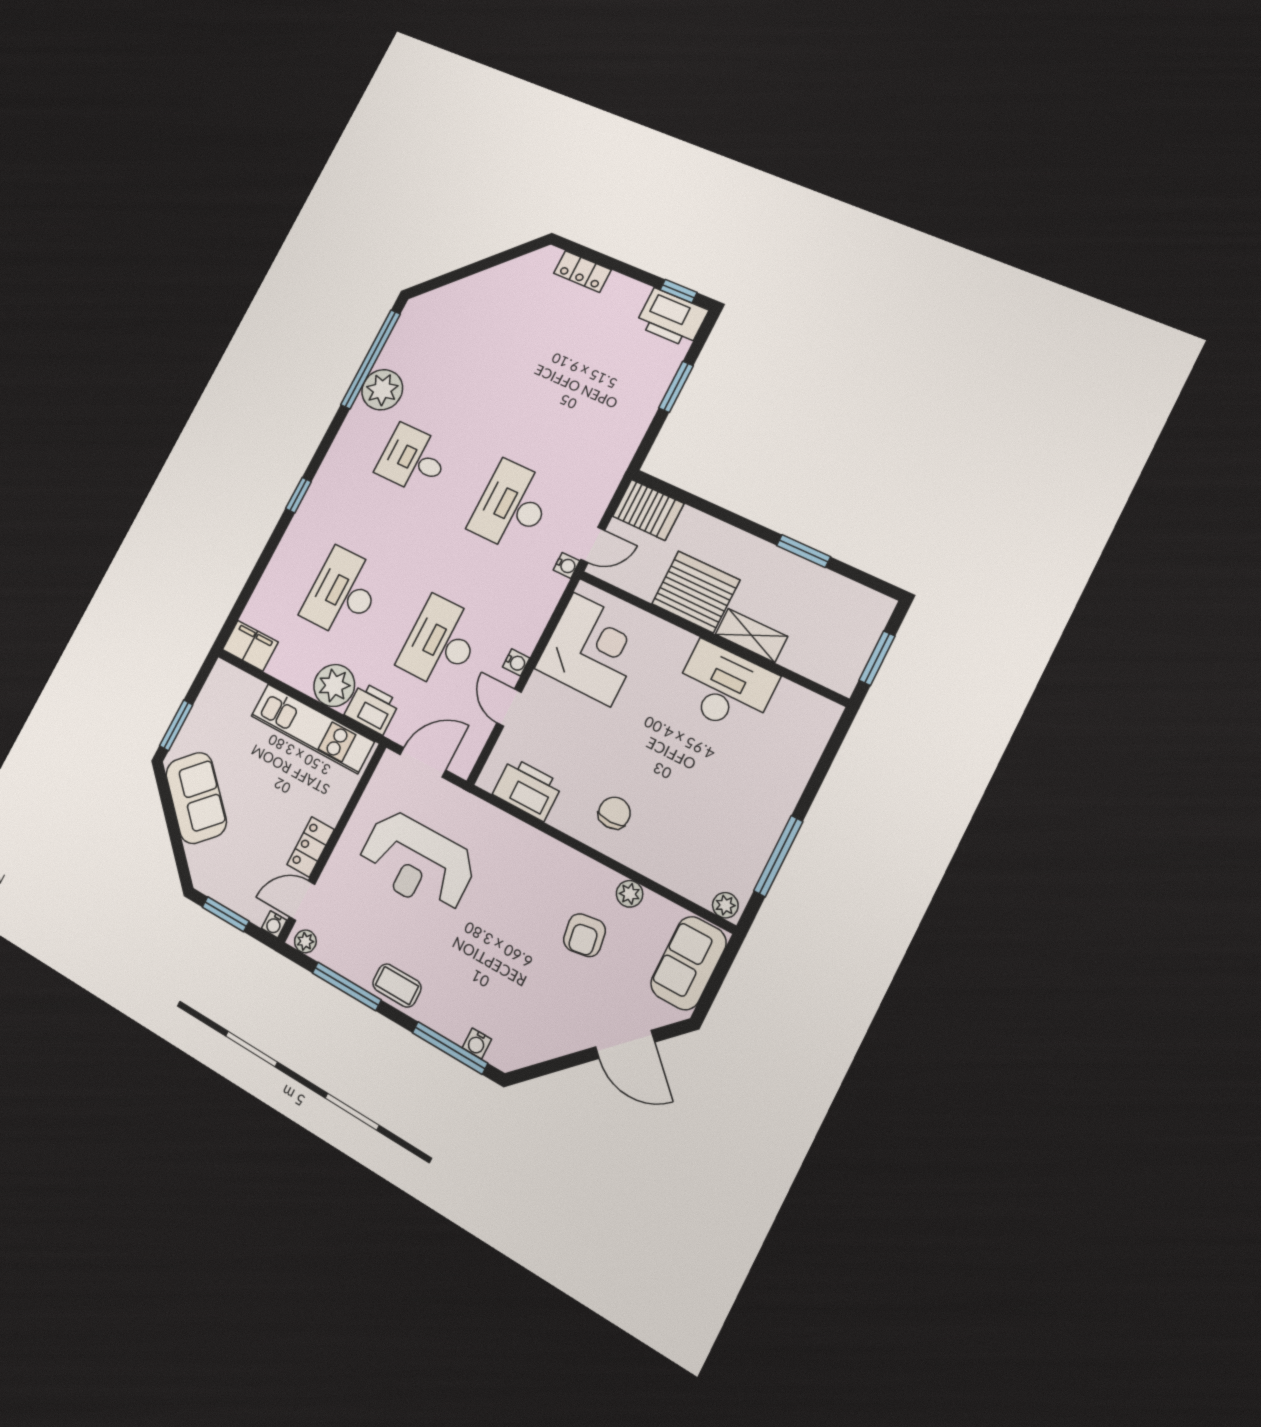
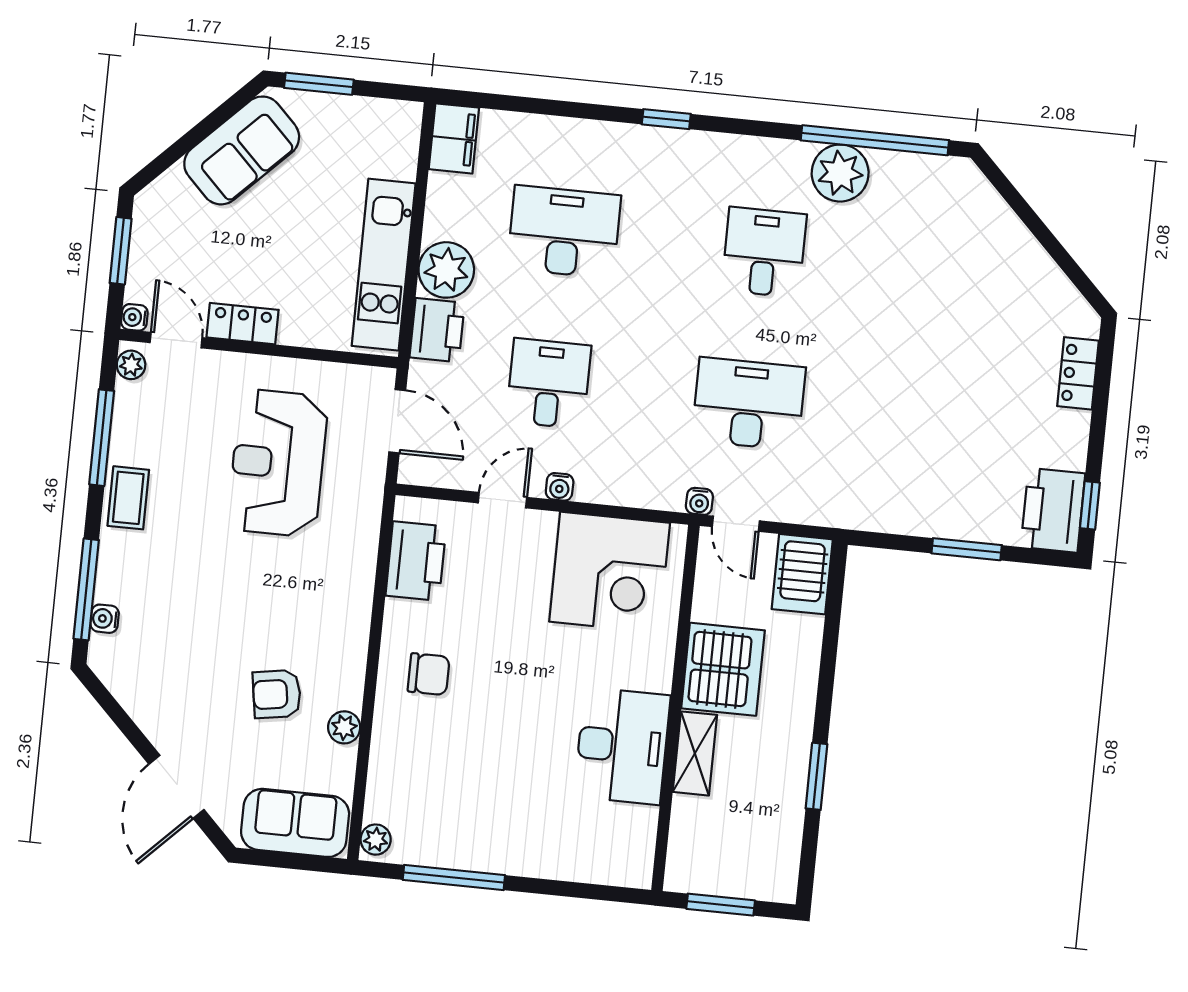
desk: (441, 643) -> (549, 383), width x0.73

